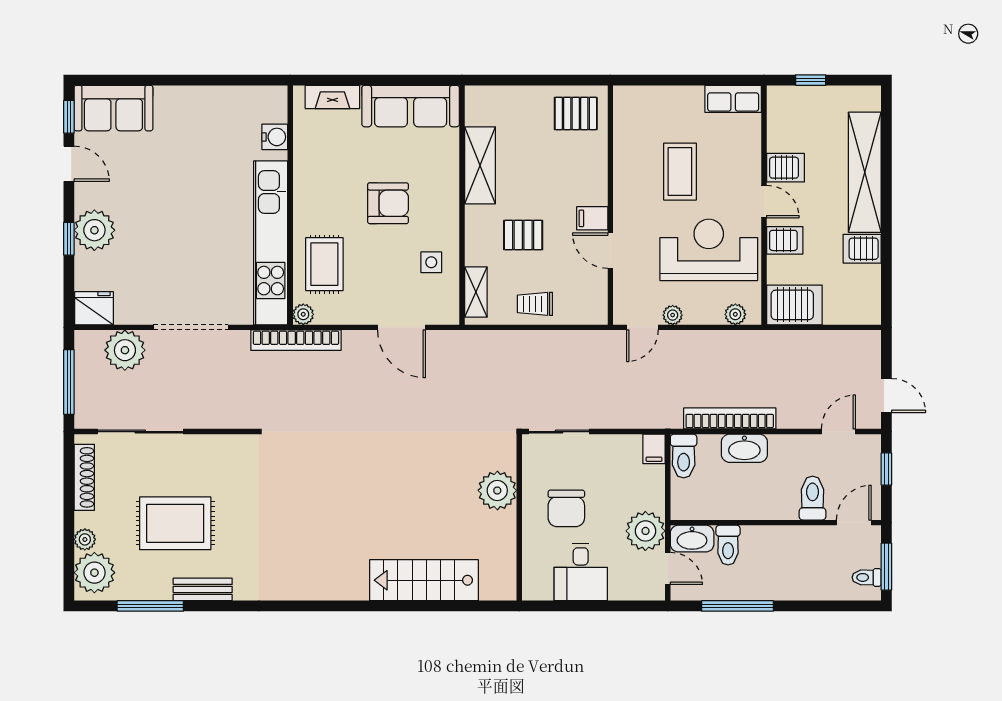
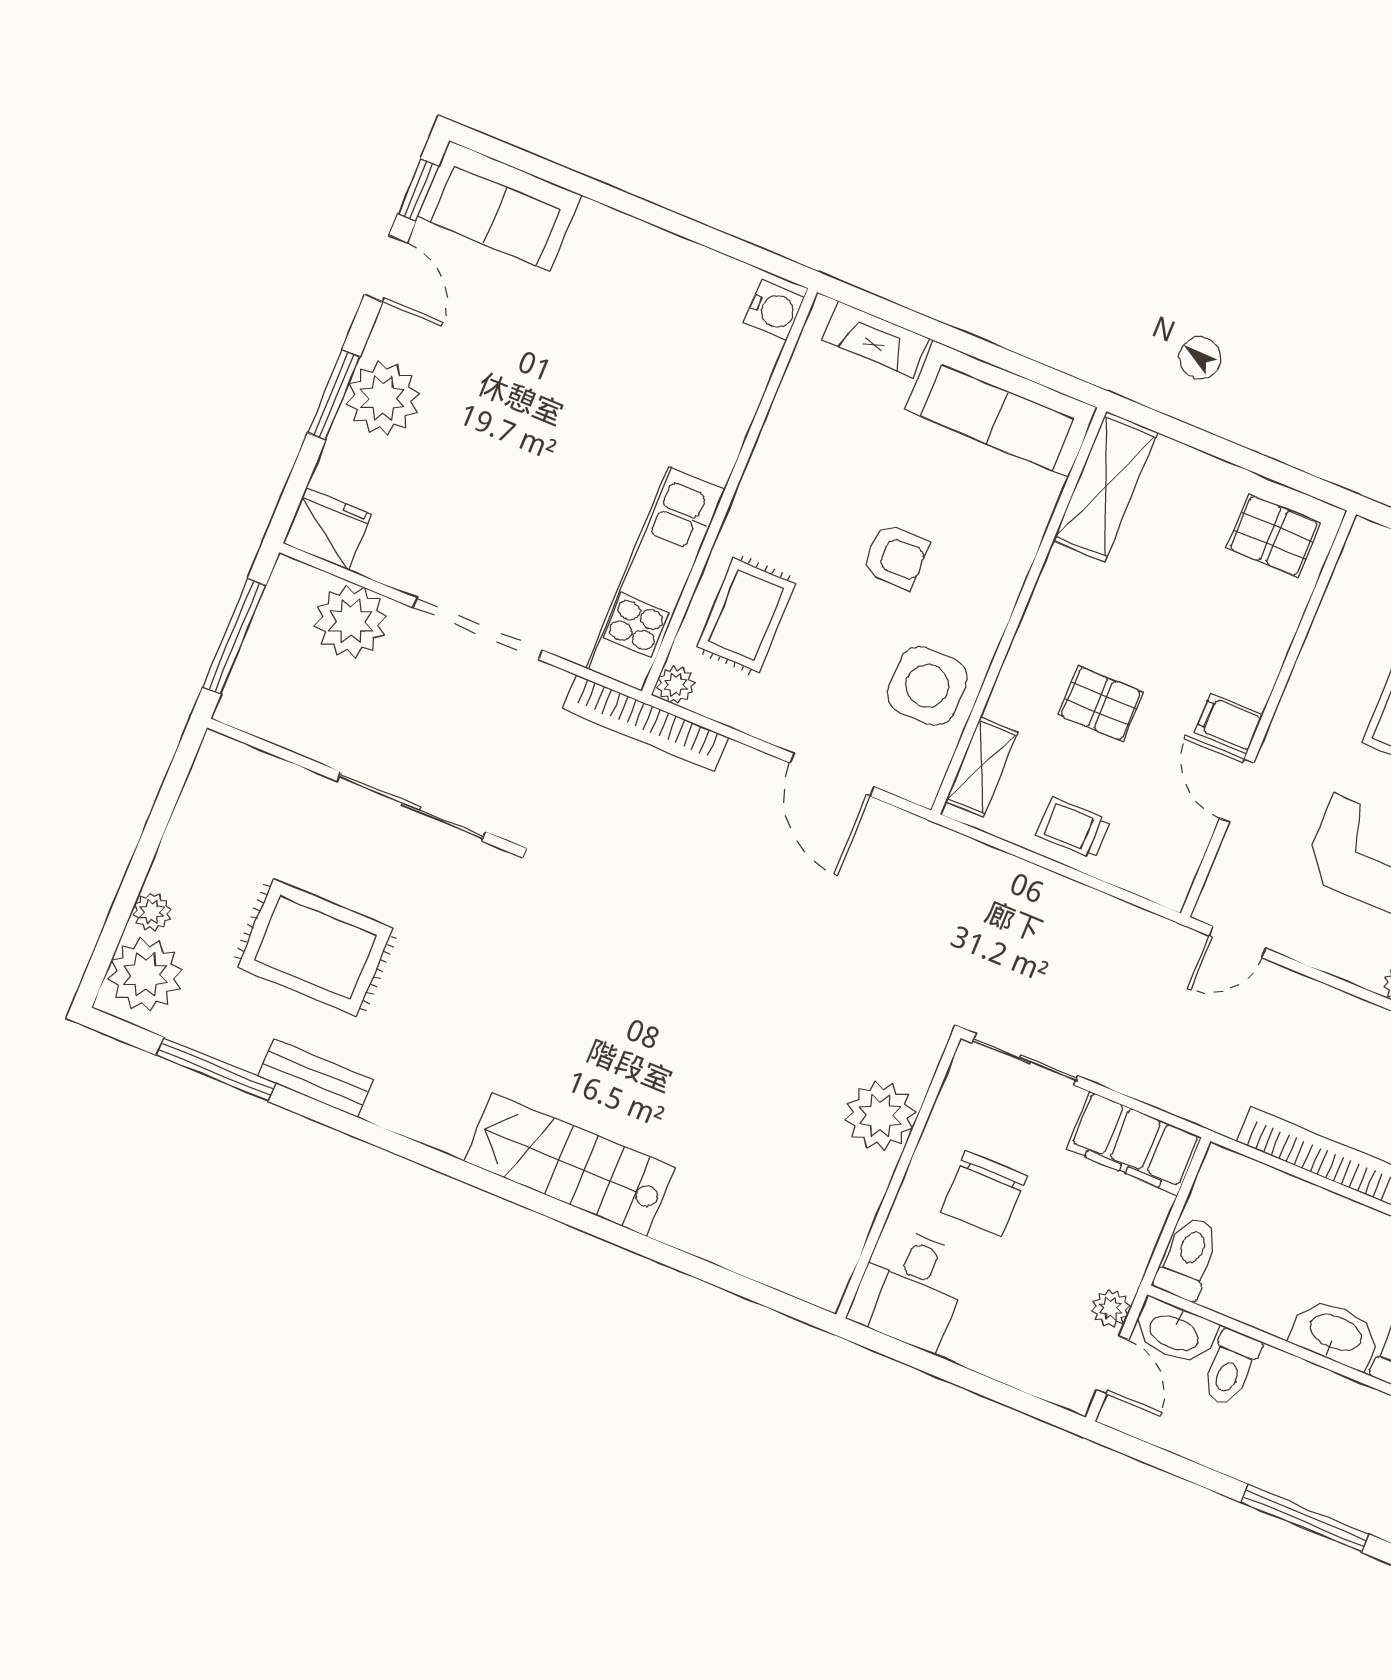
water cooler: (275, 137) -> (774, 310), moved
shelving: (480, 165) -> (1105, 487), moved
armchair: (388, 203) -> (895, 557), width x0.72, depth x0.72
window: (69, 239) -> (334, 395), width x1.50
kitchen unit: (271, 243) -> (655, 579), width x0.73
side table: (431, 262) -> (927, 686), width x1.87, depth x1.87
plant: (673, 315) -> (1297, 942), removed
sliding door: (140, 432) -> (411, 806), moved
washbasin: (744, 448) -> (1335, 1334), moved, turned 180
filing cabinet: (654, 449) -> (1134, 1143), width x3.00, depth x1.17
toilet: (684, 456) -> (1188, 1258), moved, turned 180
shoe rack: (84, 477) -> (194, 807), removed
plant: (645, 531) -> (1110, 1308), width x0.53, depth x0.53
desk: (581, 572) -> (910, 1288), moved
stairs: (424, 580) -> (570, 1165), moved
window: (737, 606) -> (1305, 1518), moved

